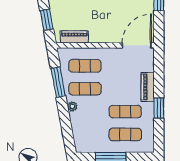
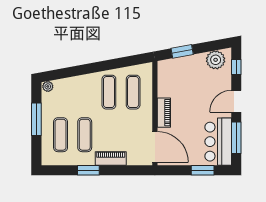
piano: (74, 37) -> (164, 113), moved
window: (58, 82) -> (116, 64), removed
plant: (72, 106) -> (48, 86), moved

